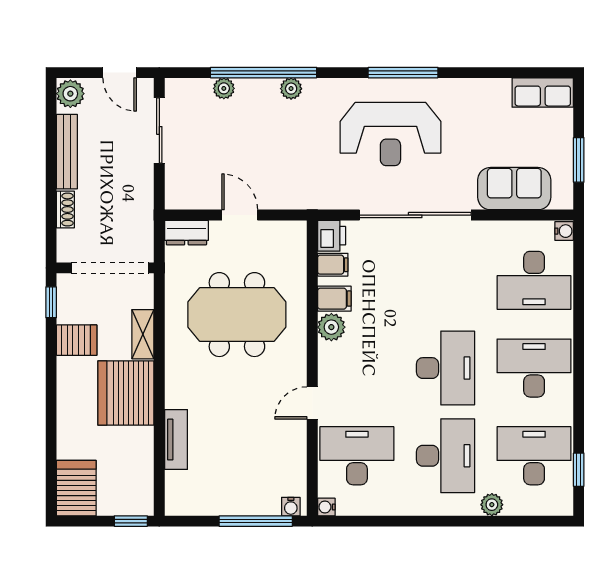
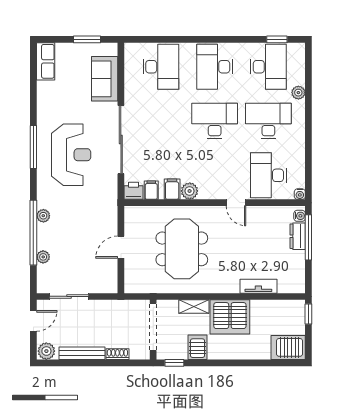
water cooler: (564, 231) -> (131, 48), removed
dresser: (186, 233) -> (298, 236), moved, turned 180
desk: (534, 456) -> (268, 67), turned 180

